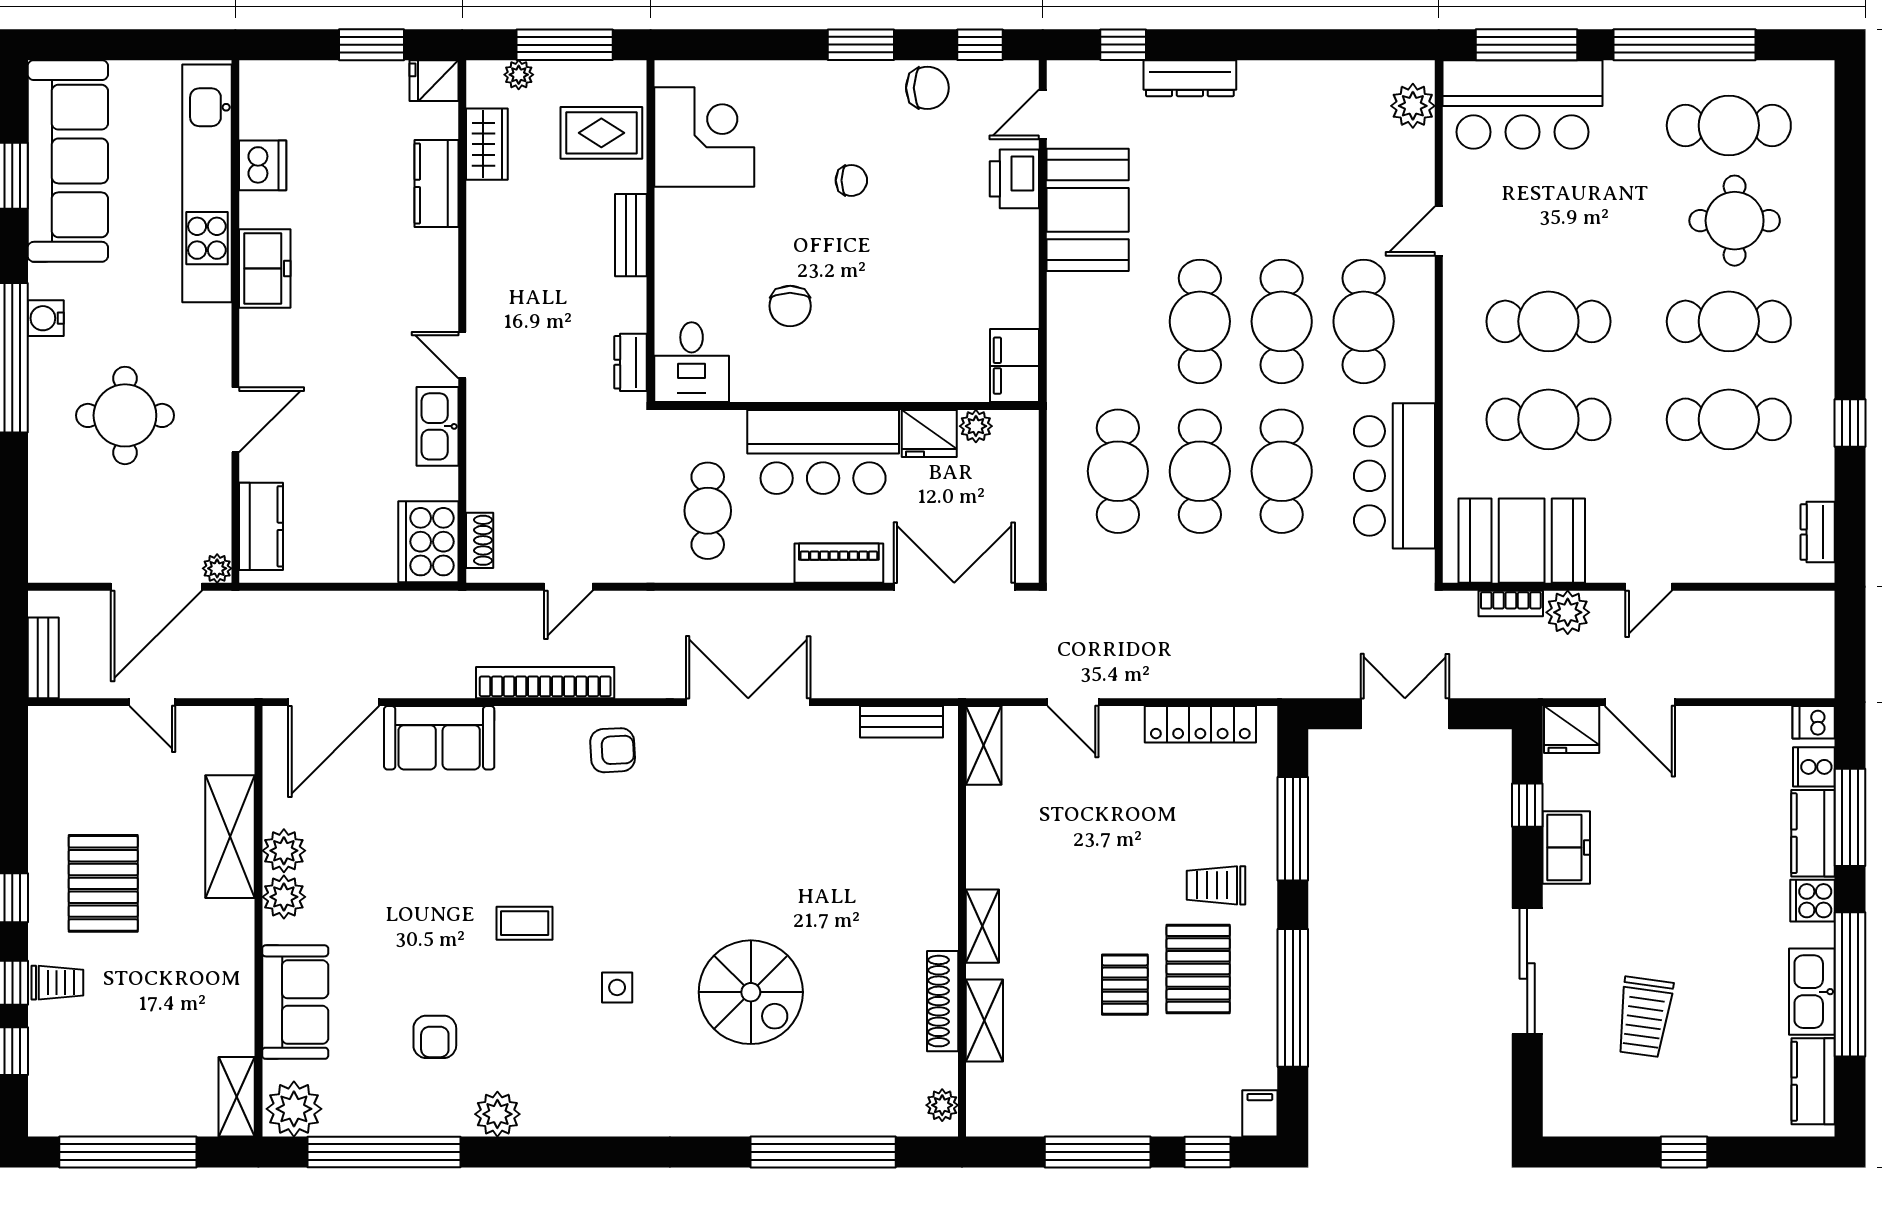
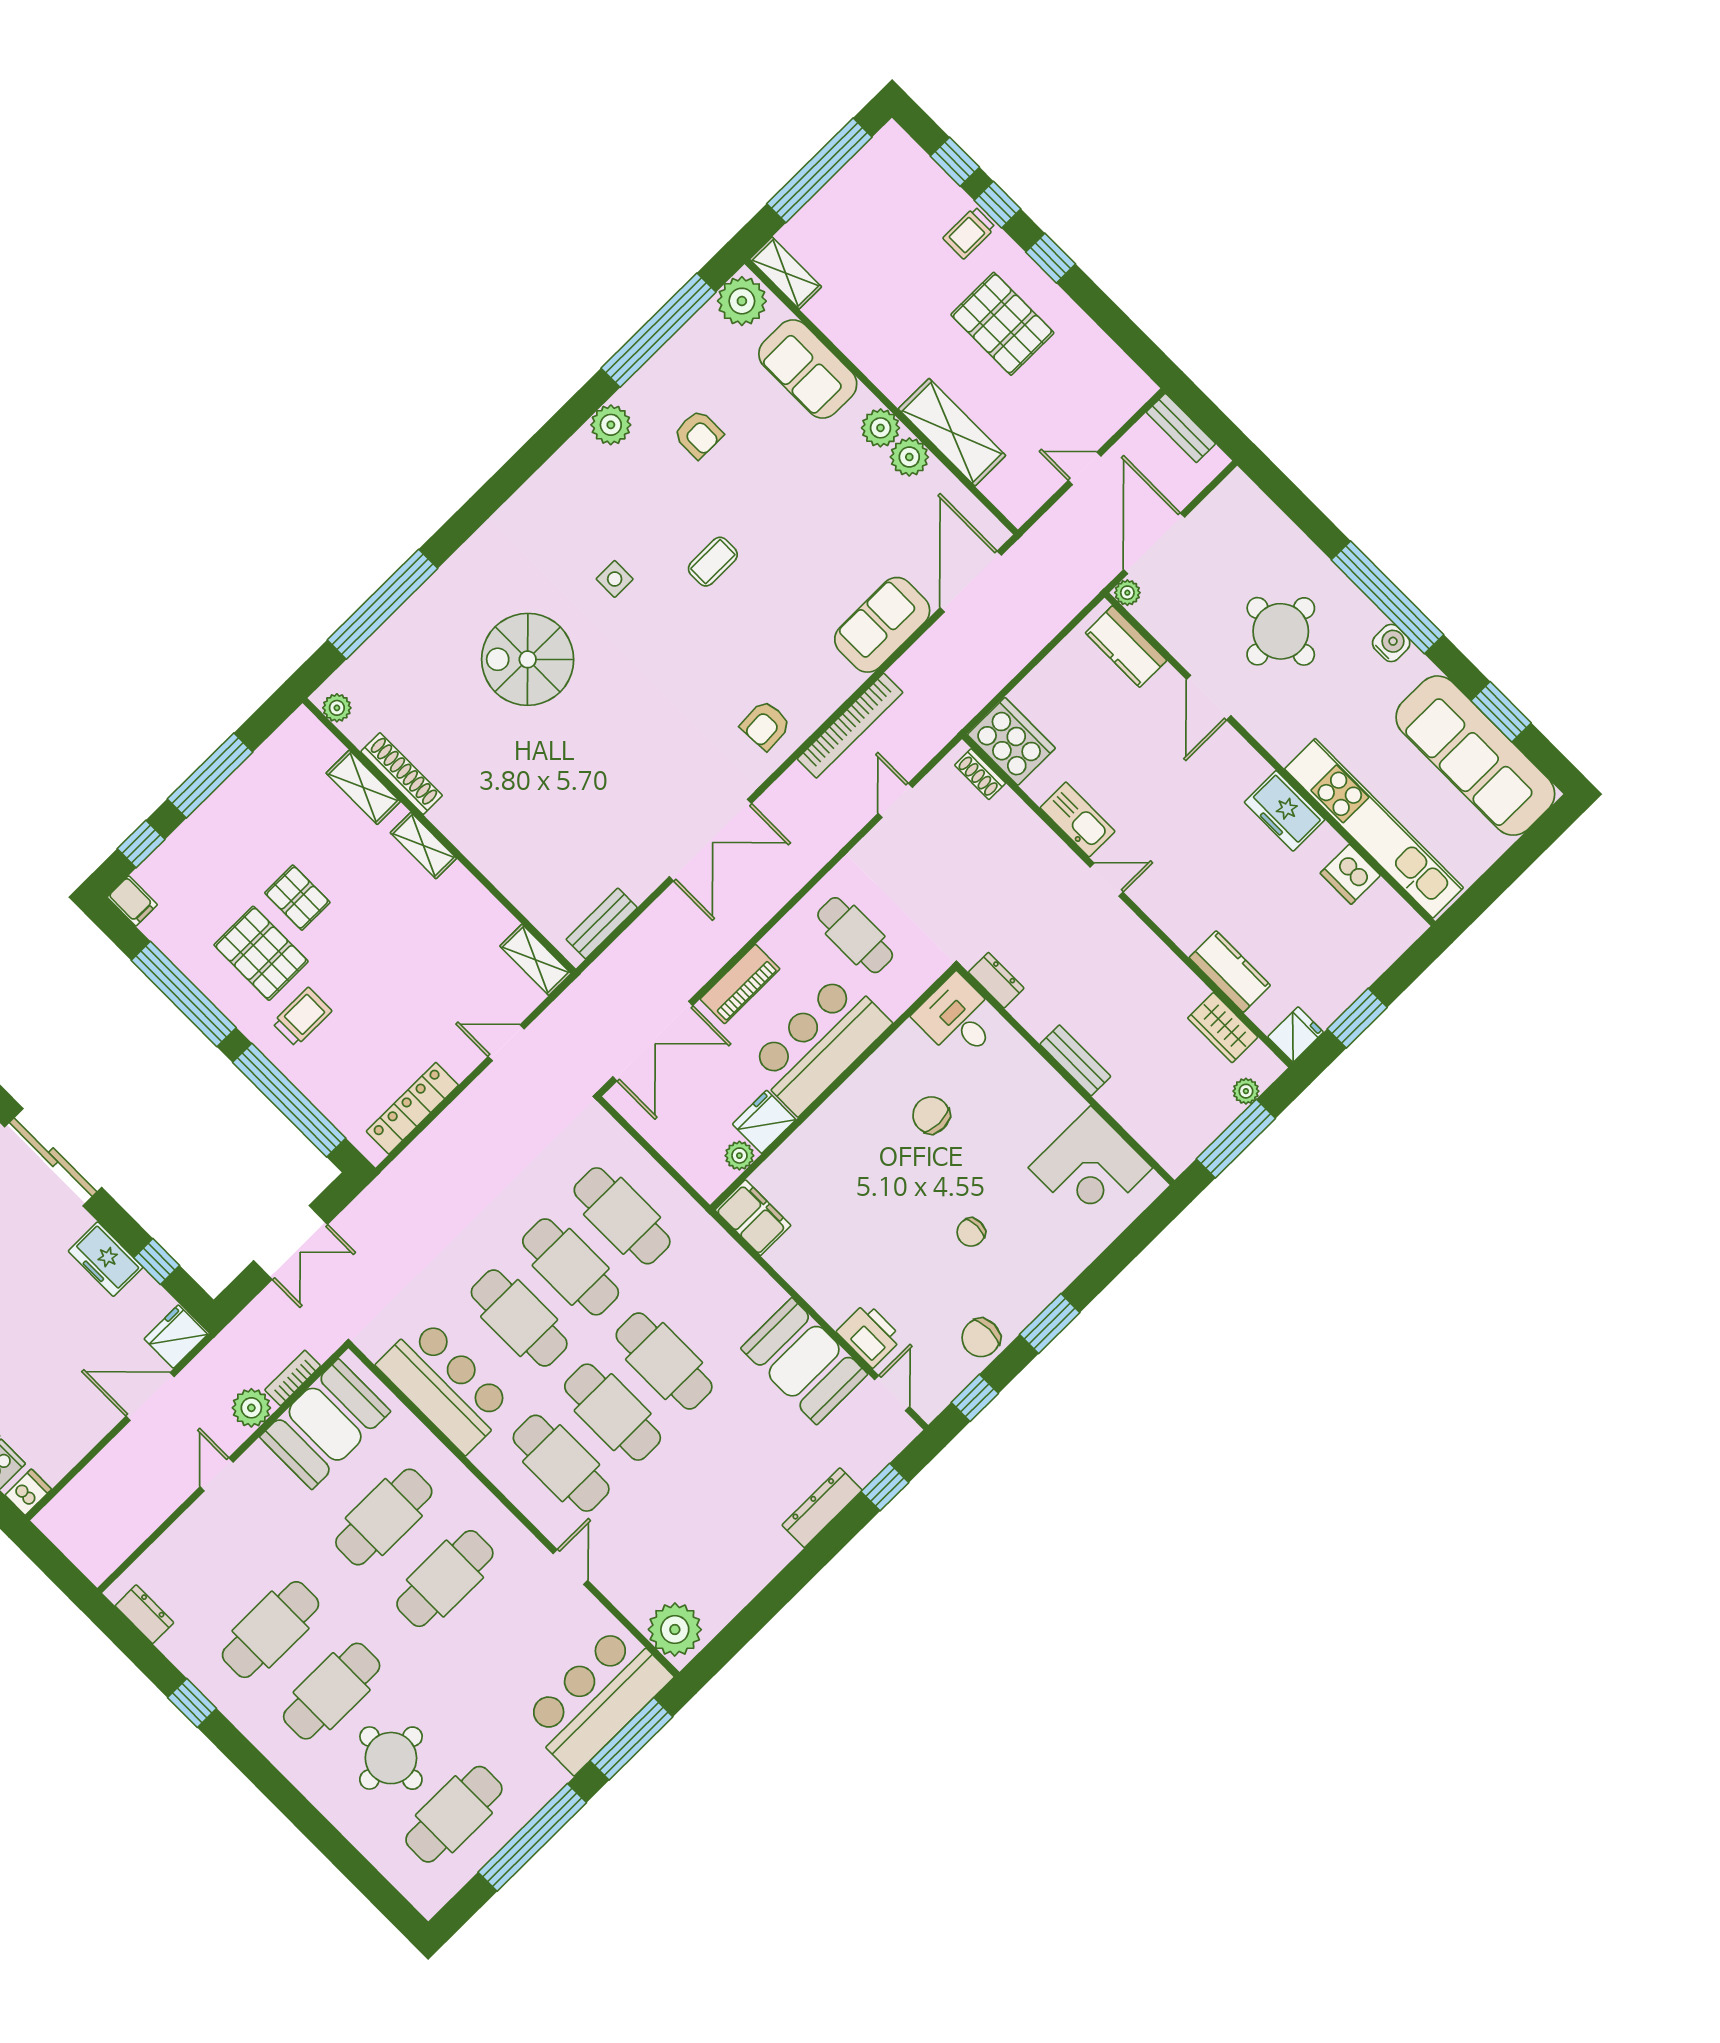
plant: (1413, 106) -> (675, 1630), width x1.36, depth x1.36
rug: (601, 133) -> (1158, 1106), removed
window: (1293, 829) -> (289, 1100), width x1.46
armchair: (435, 1037) -> (698, 434), turned 180

